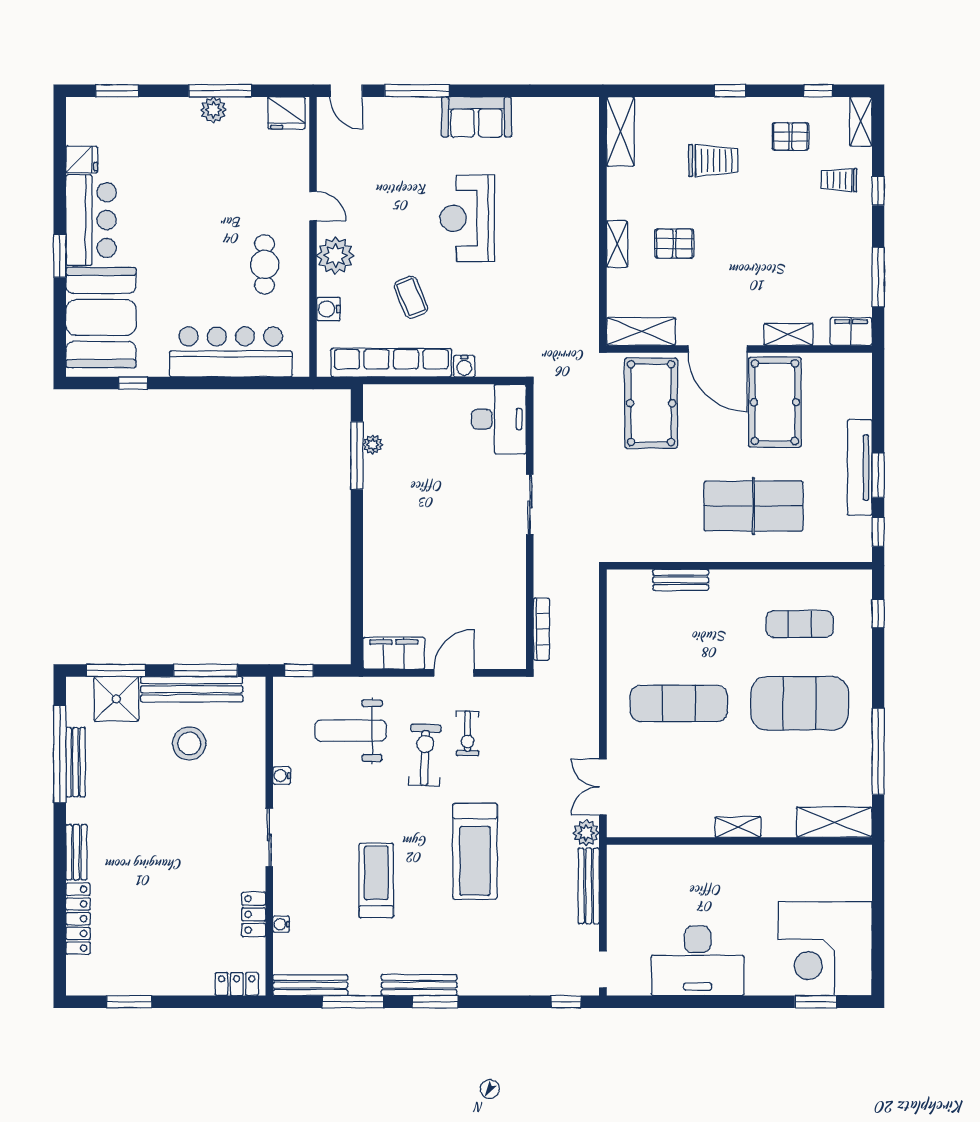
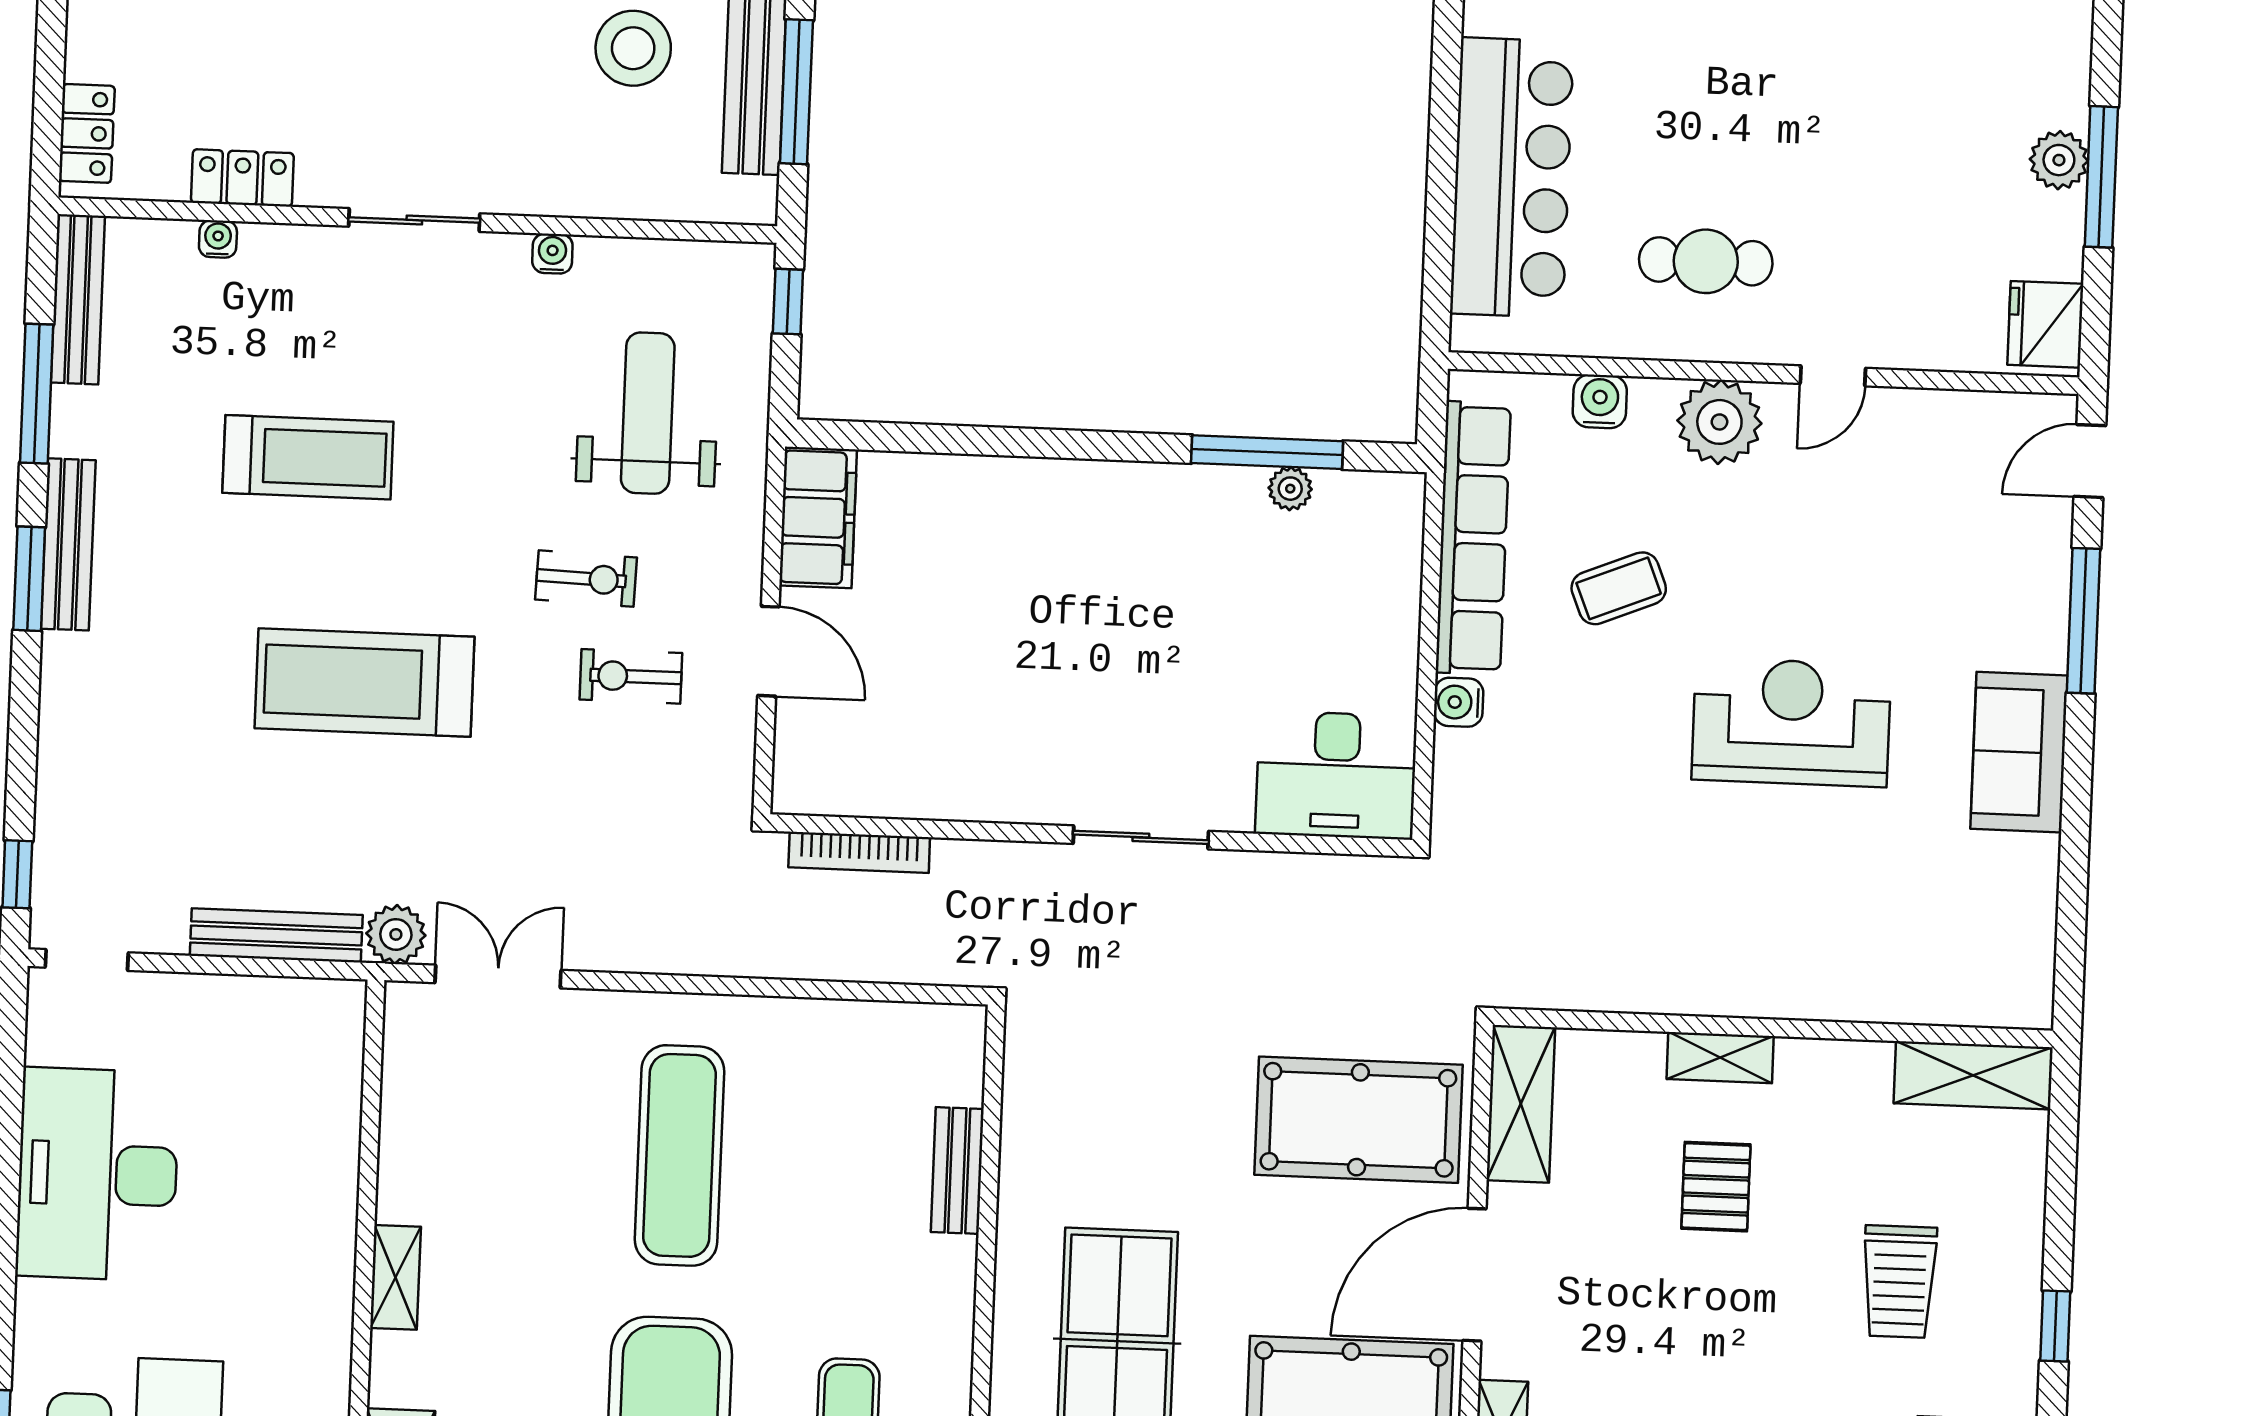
exercise bike: (425, 755) -> (586, 579), width x0.73, depth x0.72

